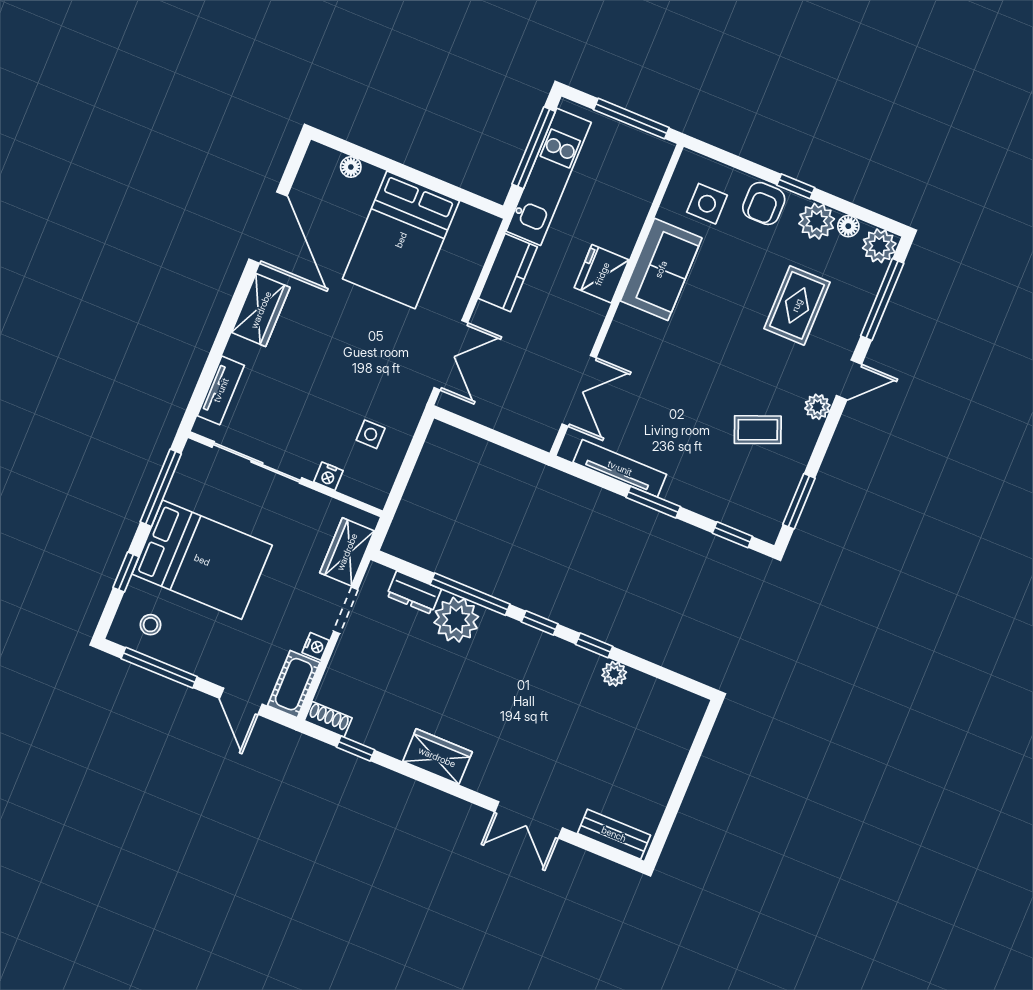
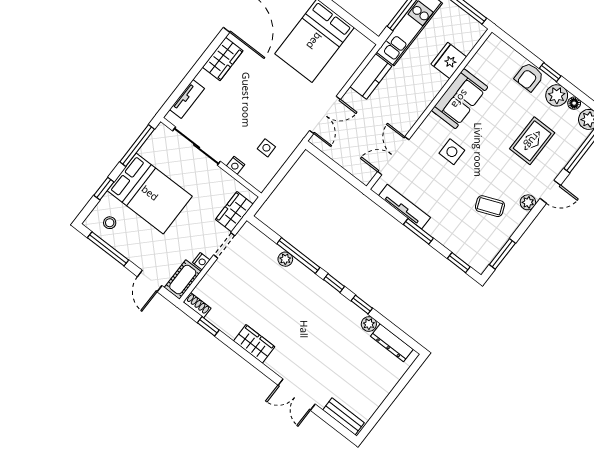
side table: (707, 204) -> (452, 152), moved
fridge: (602, 274) -> (449, 61), moved
double door: (579, 391) -> (393, 156), swing flipped
dresser: (414, 593) -> (392, 343), moved, width x1.44
plant: (456, 620) -> (285, 259), width x0.53, depth x0.53

